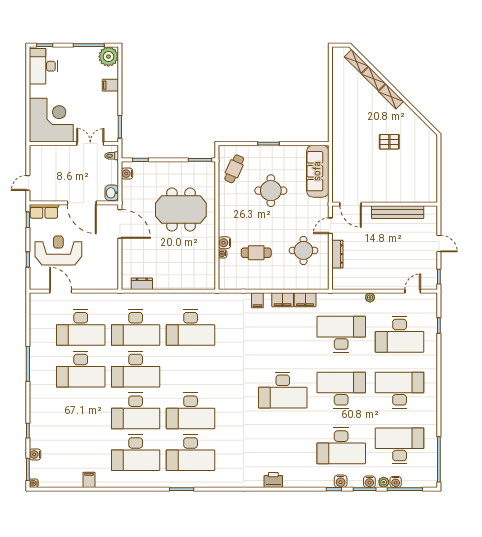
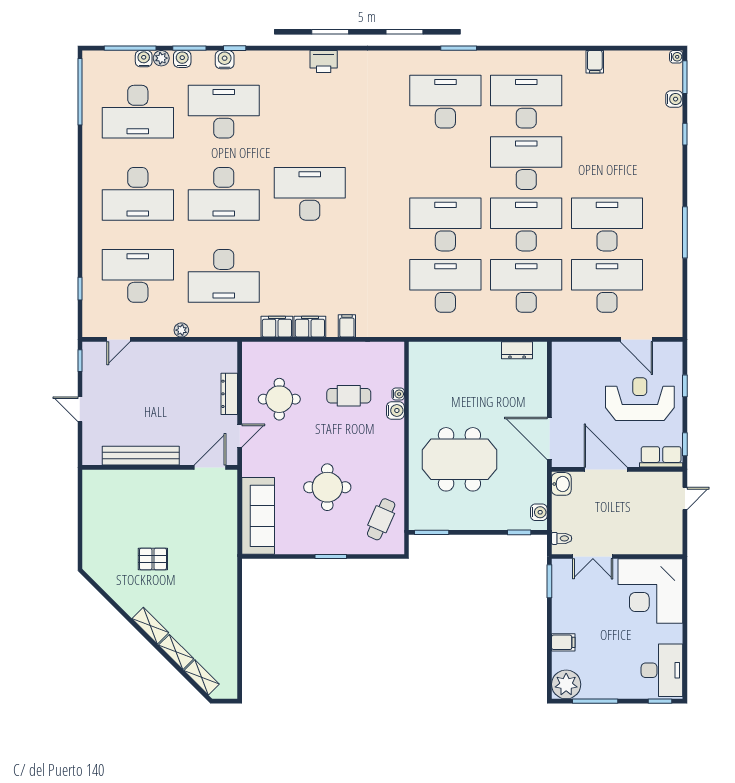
door: (351, 204) -> (210, 467), hinge flipped
reception desk: (58, 251) -> (640, 399), turned 180
desk: (191, 411) -> (445, 224), moved

